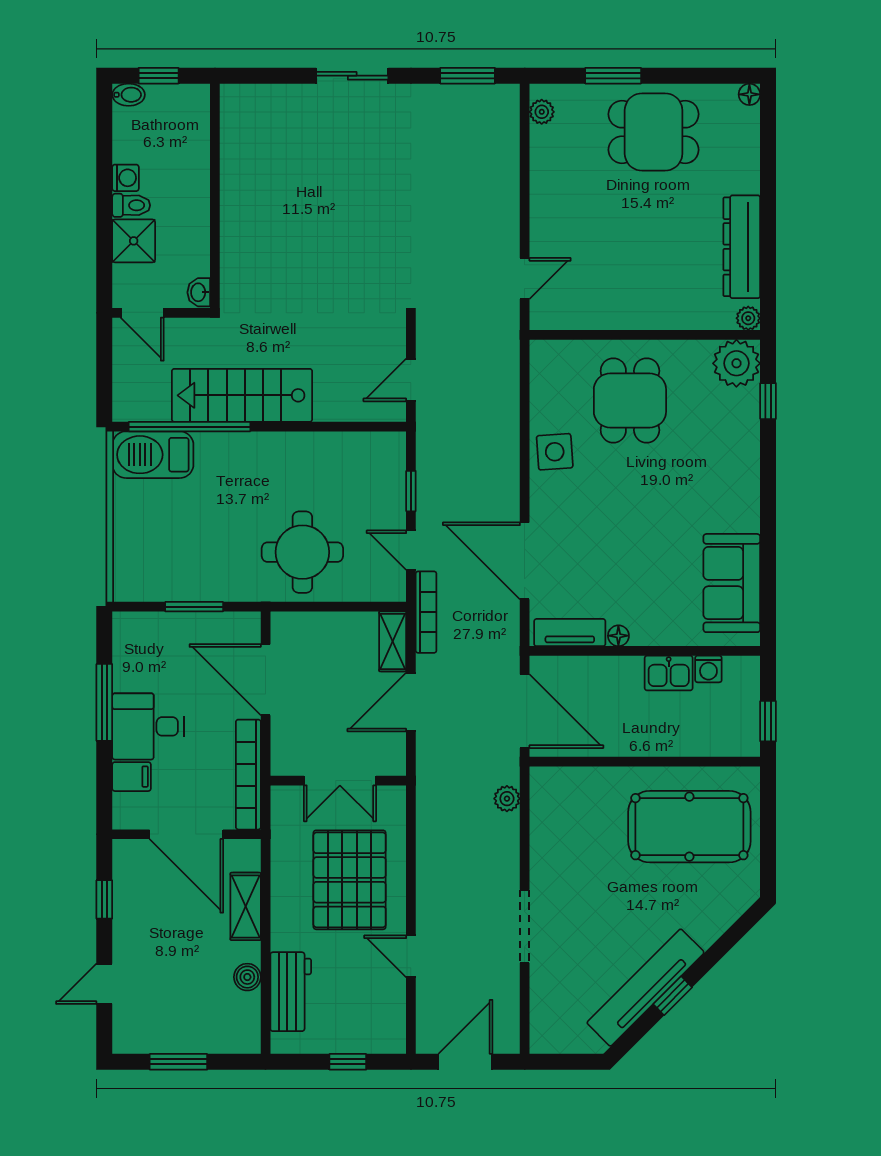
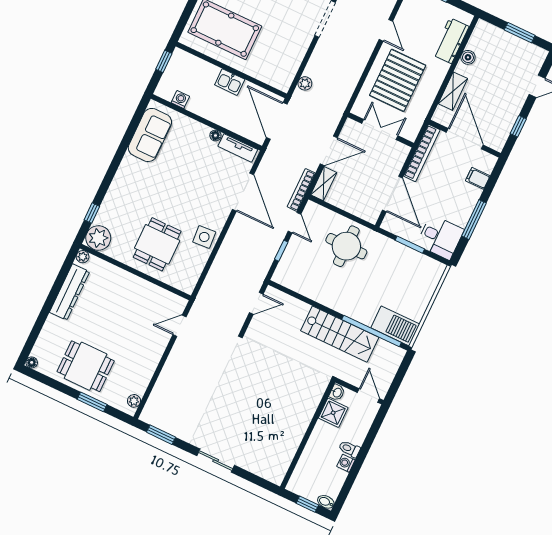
shower: (134, 241) -> (333, 413), moved
kitchen sink: (669, 673) -> (230, 82), moved, turned 180
desk: (148, 726) -> (440, 237), moved

